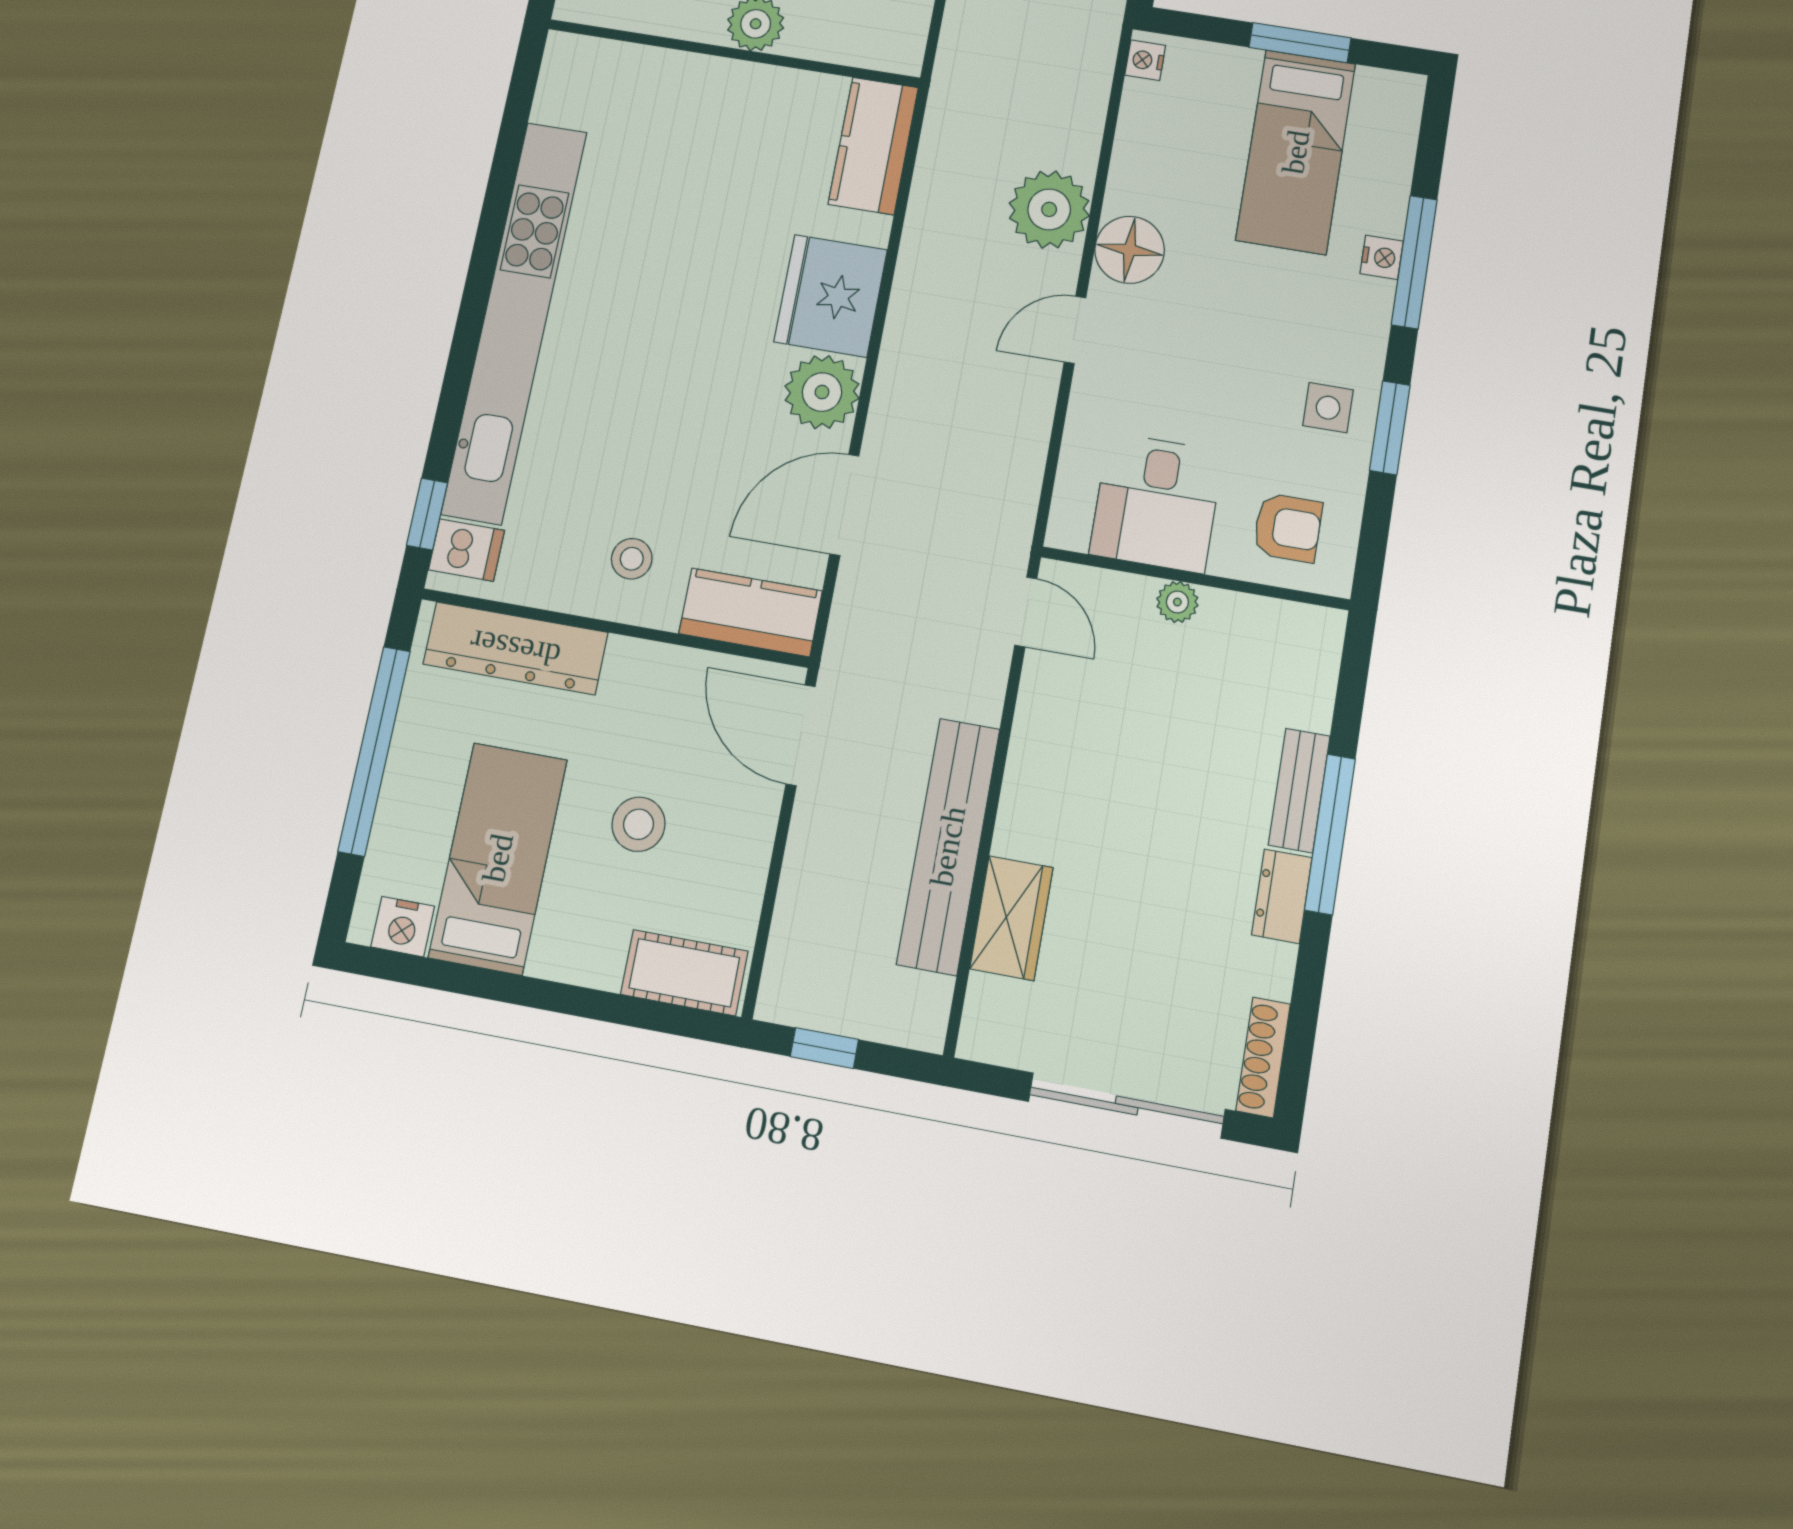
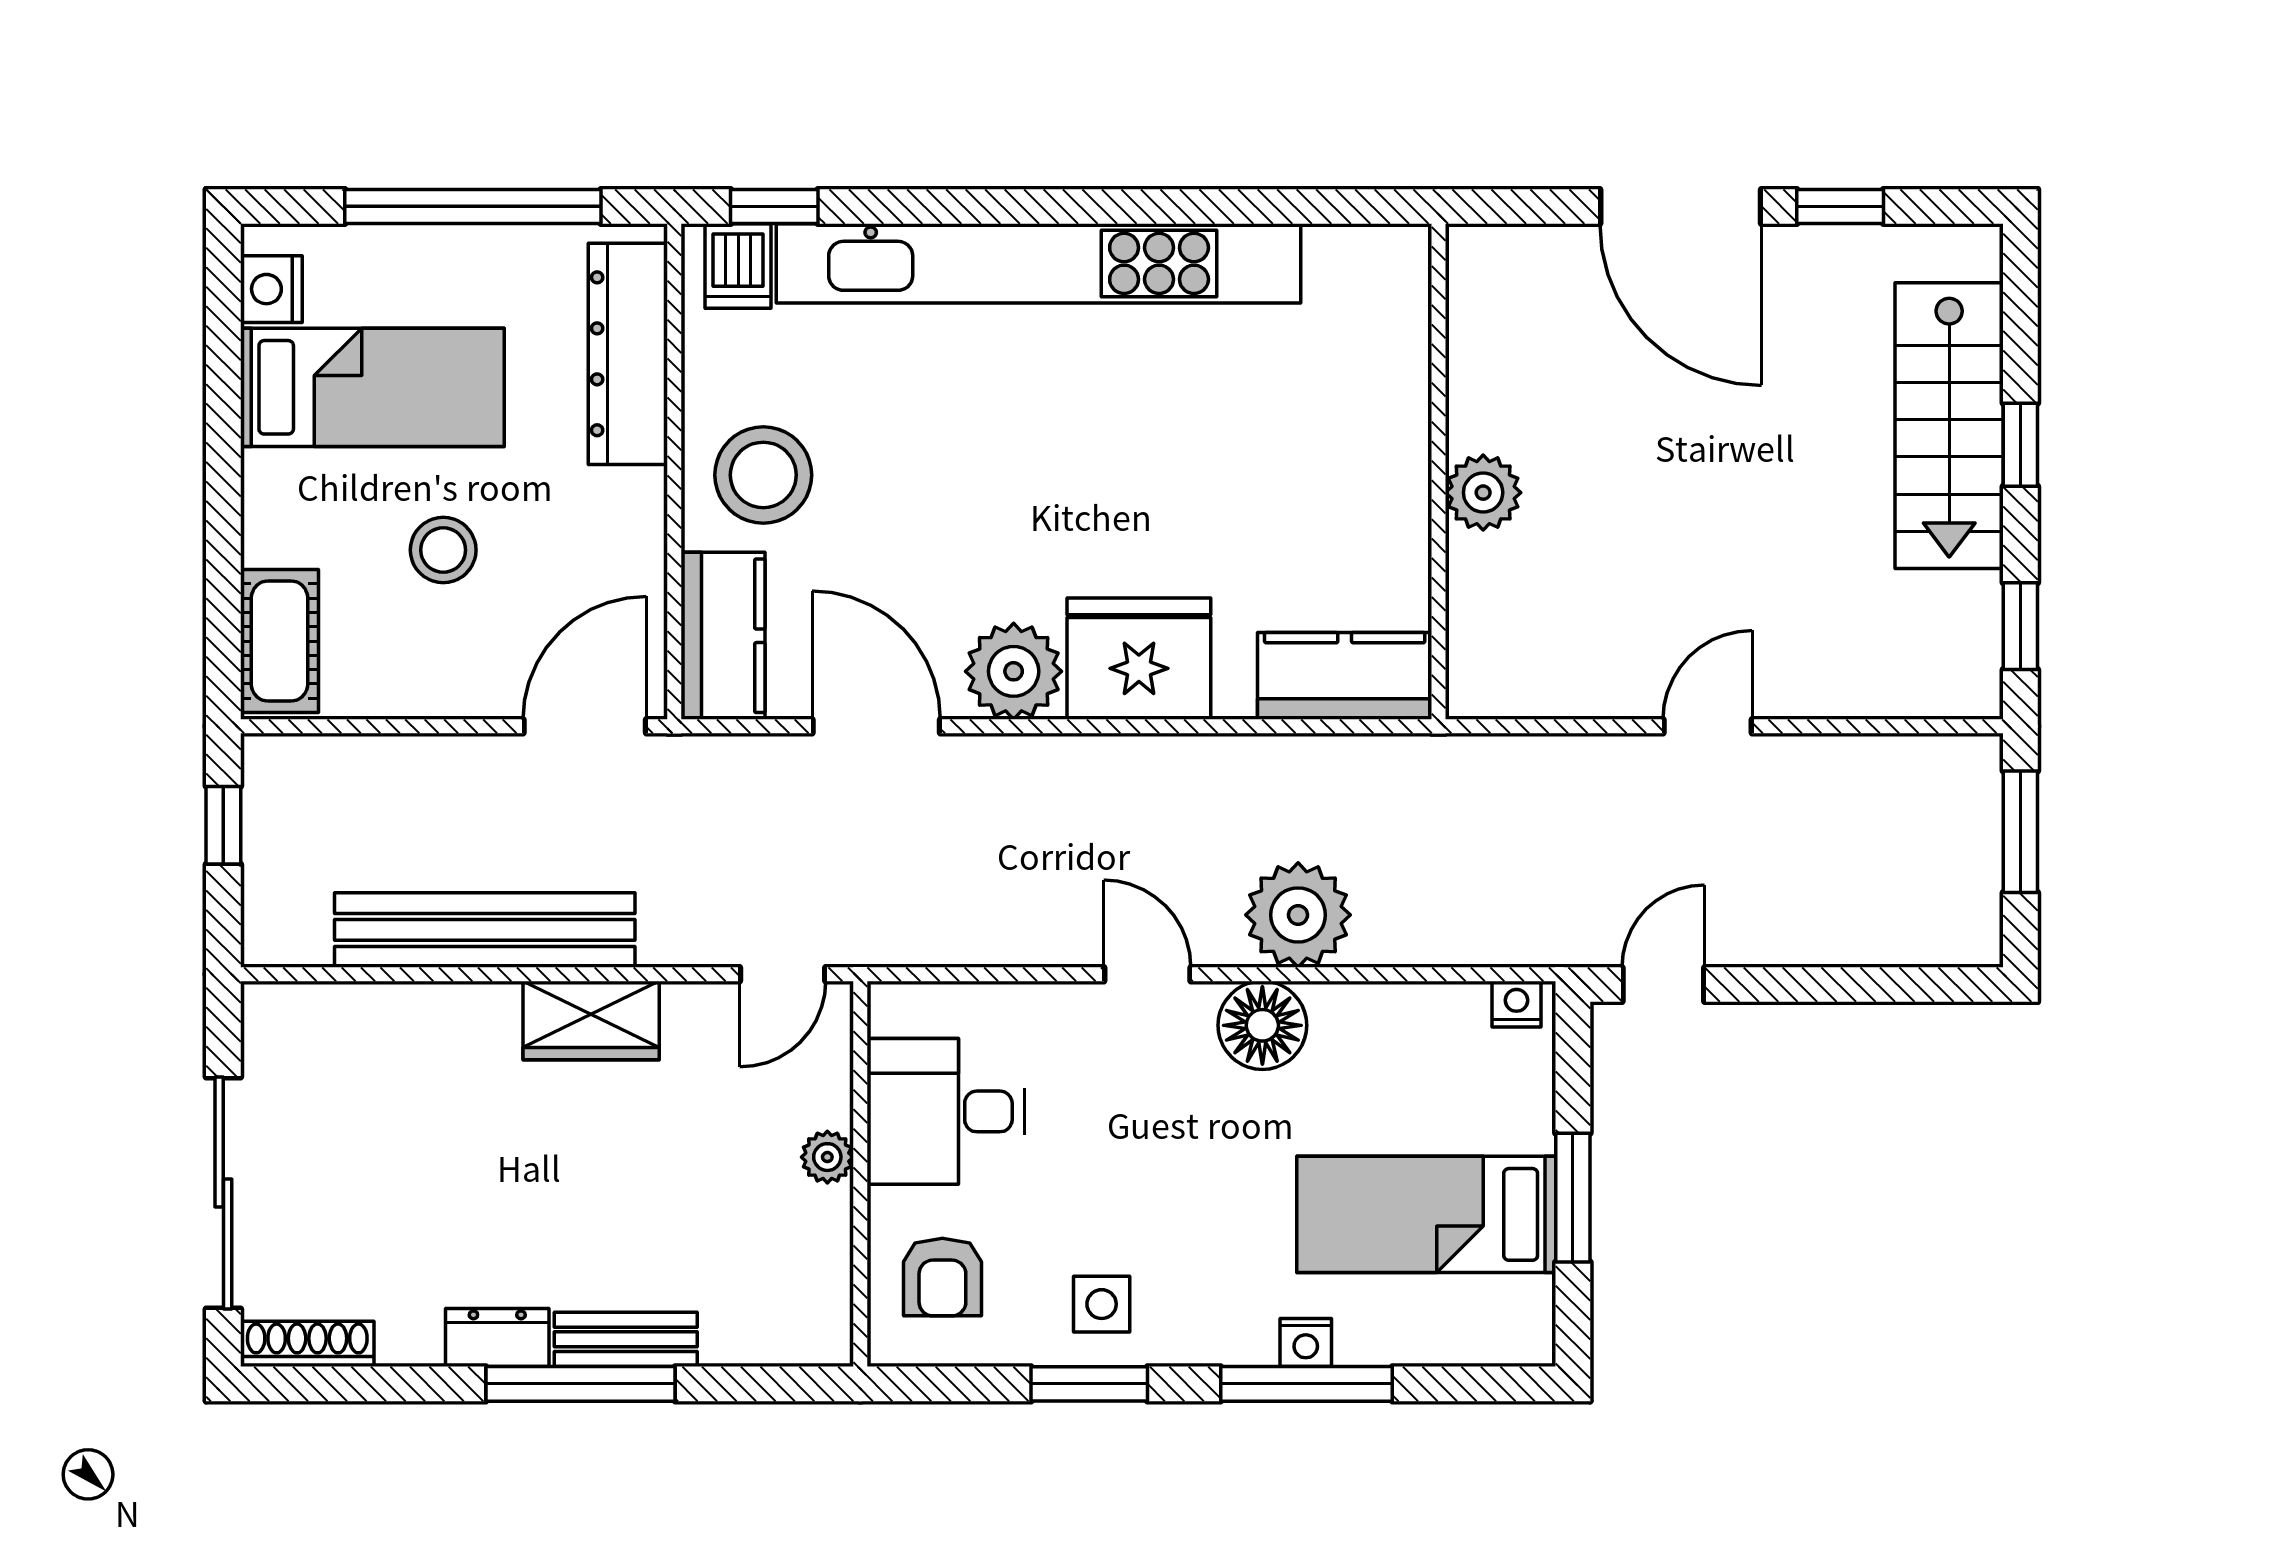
stool: (632, 559) -> (763, 475), width x1.89, depth x1.89
wardrobe: (1011, 918) -> (591, 1020), moved

